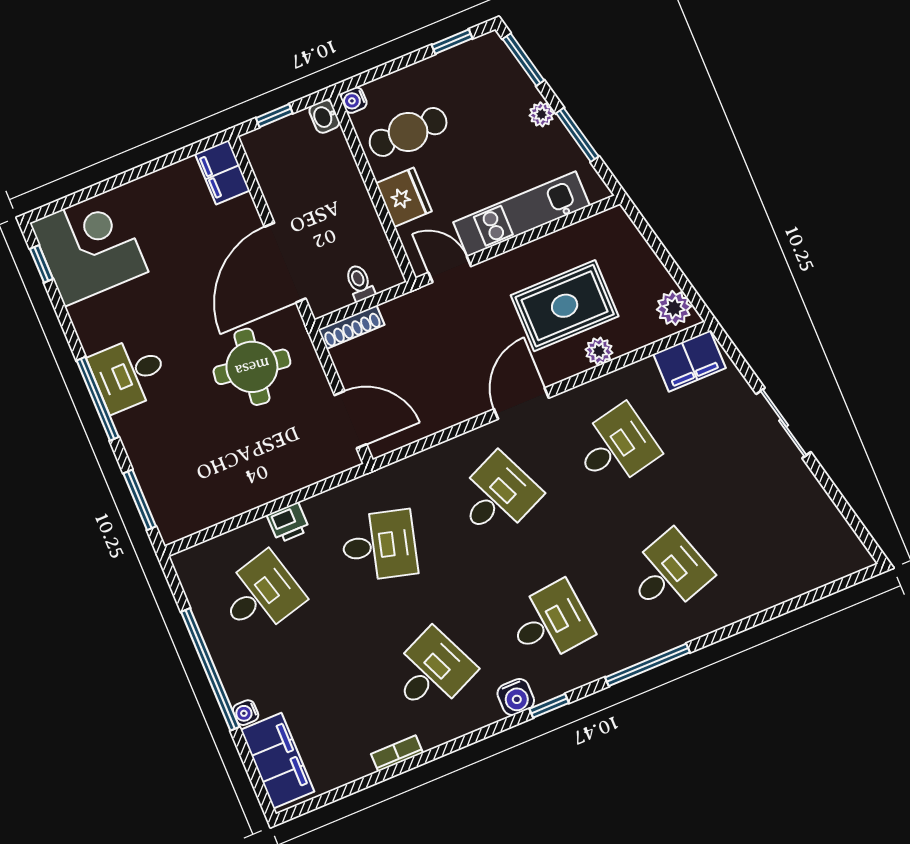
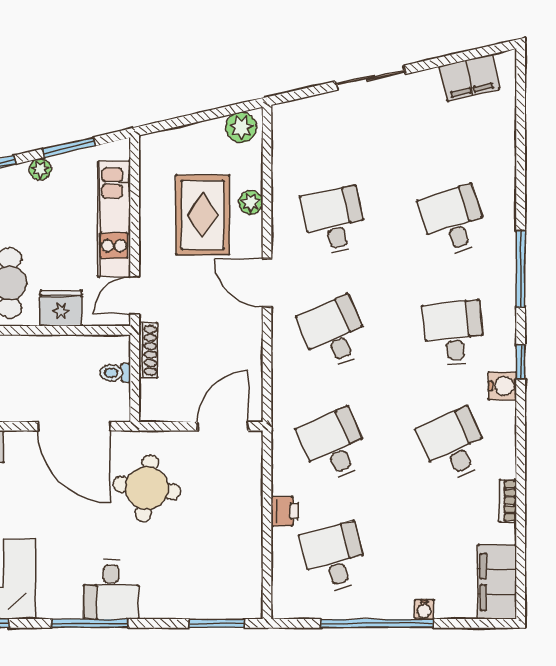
shoe rack: (351, 327) -> (148, 350), moved
filing cabinet: (689, 361) -> (469, 78), moved, turned 77
window: (98, 399) -> (90, 623), moved
desk: (379, 546) -> (334, 445), turned -39
filing cabinet: (277, 761) -> (497, 582), moved, turned -90

